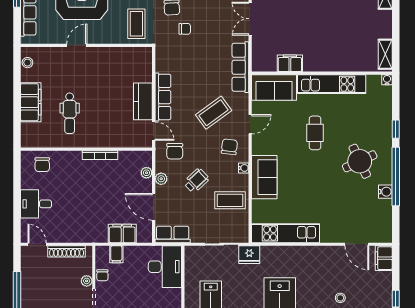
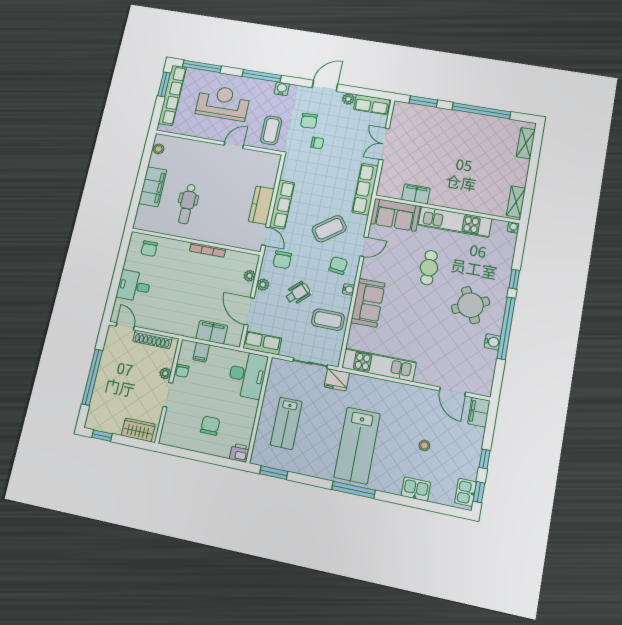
door: (77, 45) -> (234, 145), moved

